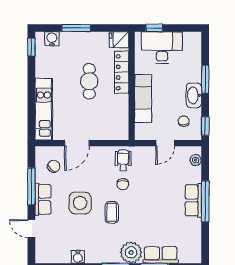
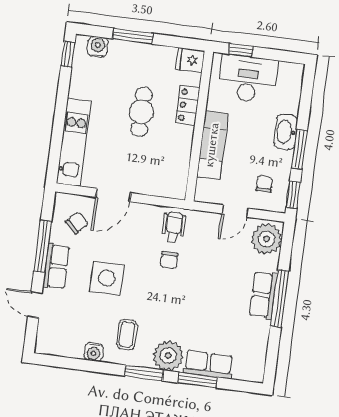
locker: (122, 72) -> (188, 105), width x0.66
window: (205, 79) -> (299, 149), moved
washbasin: (194, 95) -> (286, 132), moved
plant: (196, 160) -> (267, 239), width x1.88, depth x1.88
coffee table: (112, 212) -> (127, 335), moved

